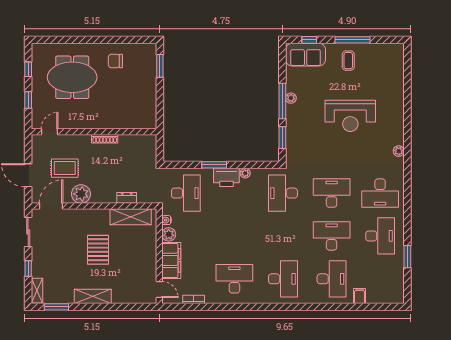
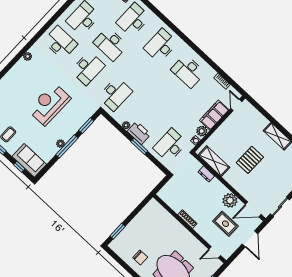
reception desk: (350, 116) -> (49, 104), moved, turned -90
desk: (332, 193) -> (88, 68), turned -90

